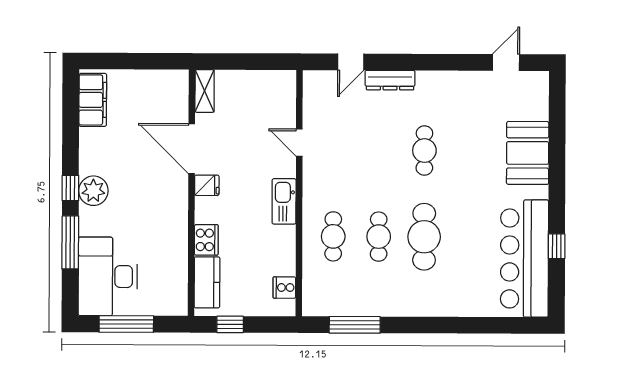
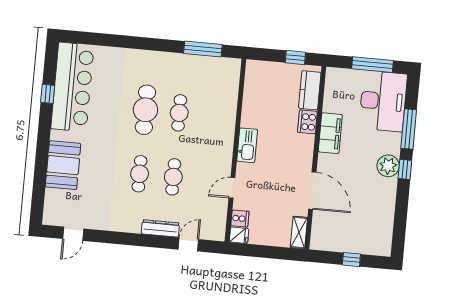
window: (131, 61) -> (351, 260), added
filing cabinet: (93, 100) -> (330, 133), moved, turned 180
door: (299, 143) -> (232, 188), swing flipped
fridge: (207, 185) -> (239, 235), moved, turned 180
cafe table: (333, 236) -> (173, 177), moved
cooker: (284, 288) -> (240, 218), moved

